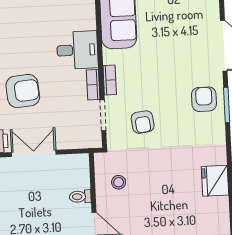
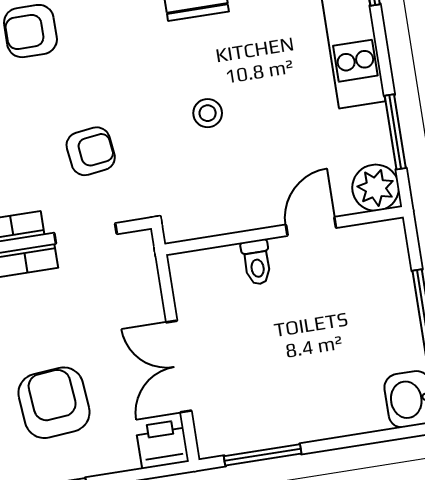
stool: (119, 182) -> (208, 113), moved

